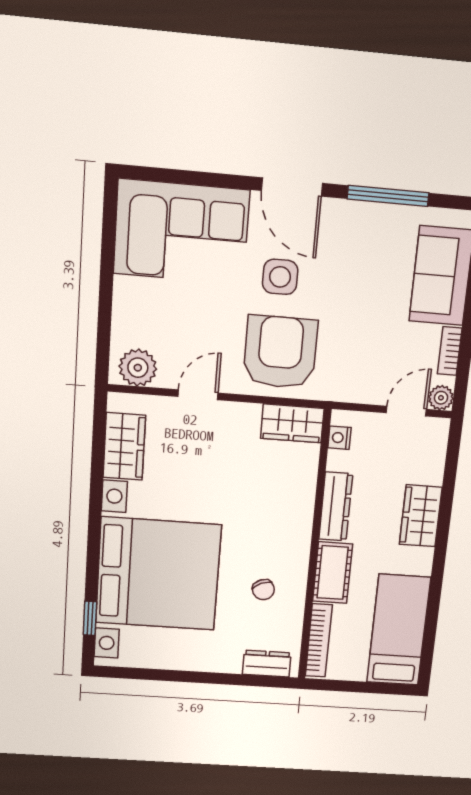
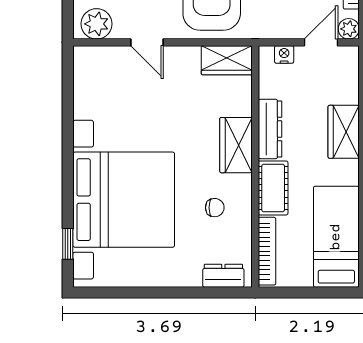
door: (198, 395) -> (147, 42), swing flipped
nightstand: (339, 438) -> (284, 54), moved, turned 90
wardrobe: (124, 446) -> (236, 145), moved, turned 180
chair: (263, 590) -> (215, 208), turned -67

